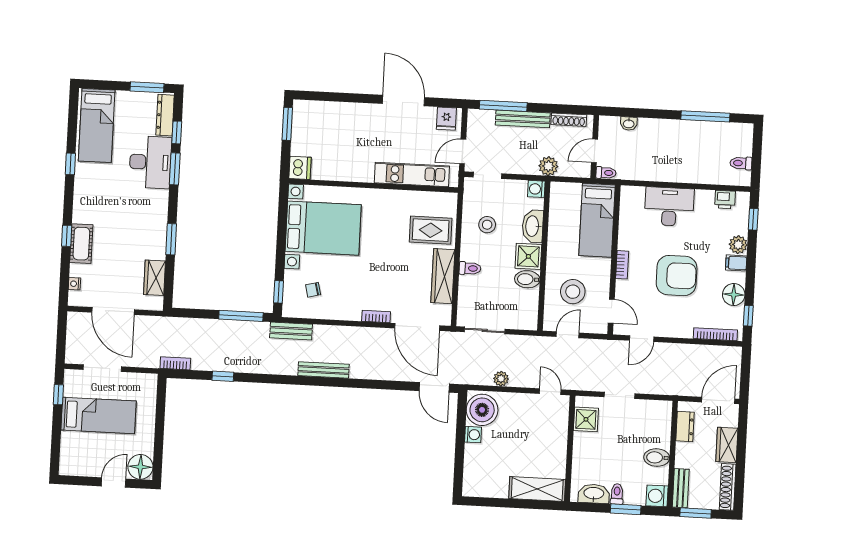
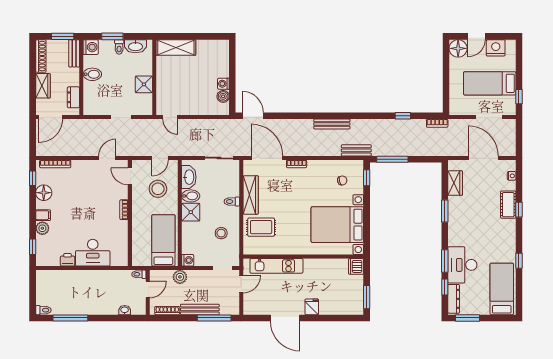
fridge: (446, 119) -> (312, 307), moved
toilet: (741, 163) -> (43, 310), moved
printer: (725, 200) -> (68, 260), moved
bed: (597, 220) -> (163, 240), moved
washbasin: (533, 226) -> (189, 177), moved
armchair: (677, 276) -> (85, 204), removed
plant: (501, 379) -> (206, 124), removed
boiler: (482, 410) -> (223, 96), width x0.54, depth x0.54
shower: (586, 419) -> (144, 84), moved
nightstand: (87, 465) -> (496, 48), added

